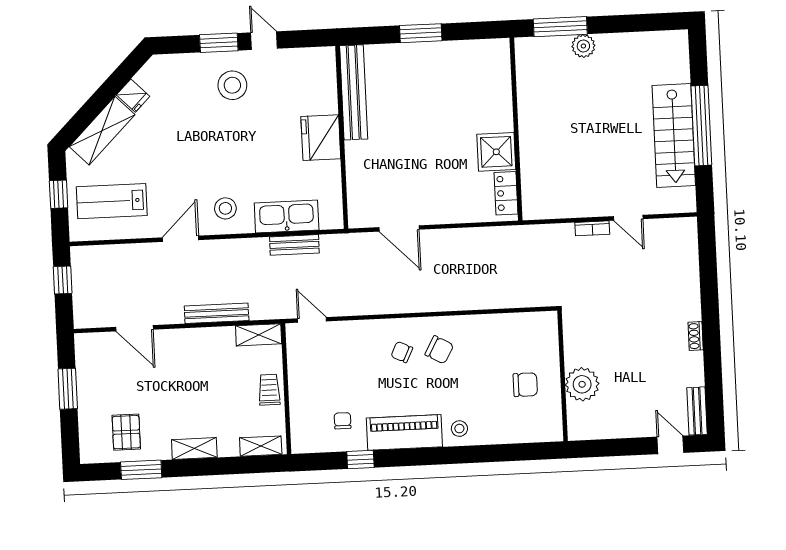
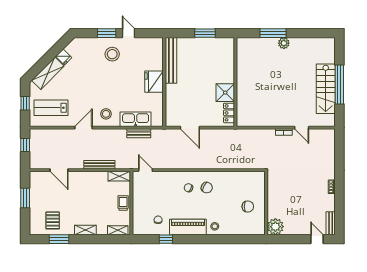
wall: (516, 129) -> (235, 82), moved
shower: (496, 152) -> (225, 93), moved
locker: (506, 193) -> (229, 113), moved
plant: (582, 384) -> (275, 227), moved

